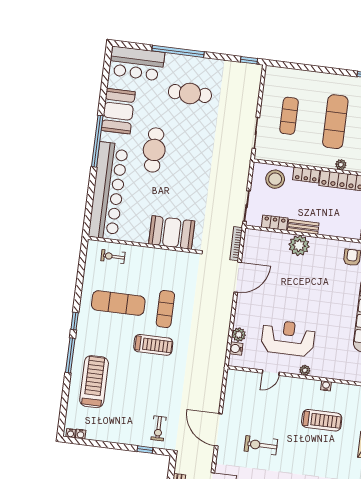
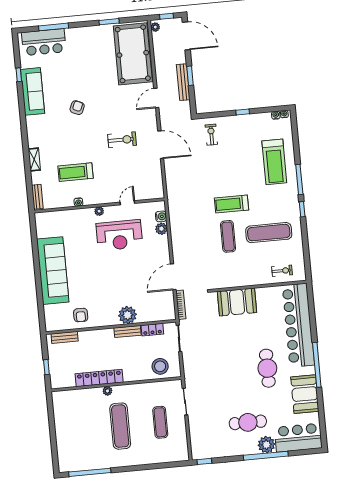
plant: (175, 64) -> (266, 445), added
locker: (306, 175) -> (135, 376), removed
window: (145, 450) -> (243, 112), moved

